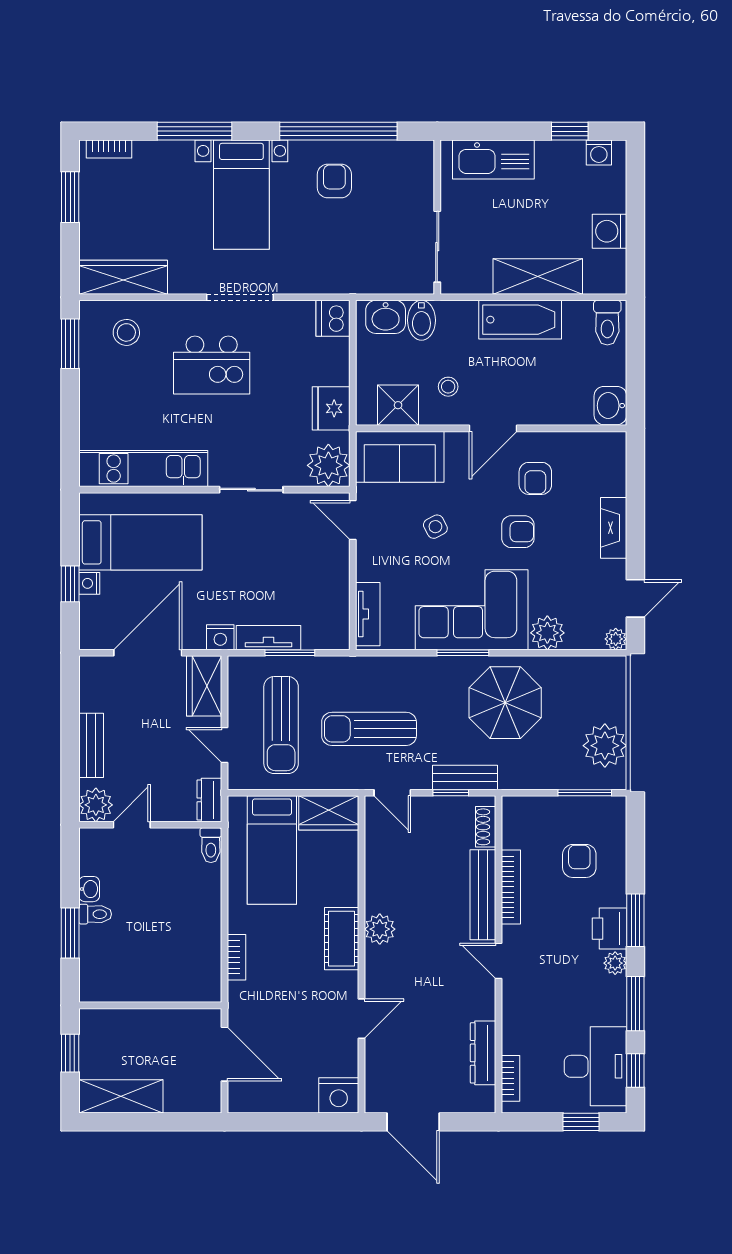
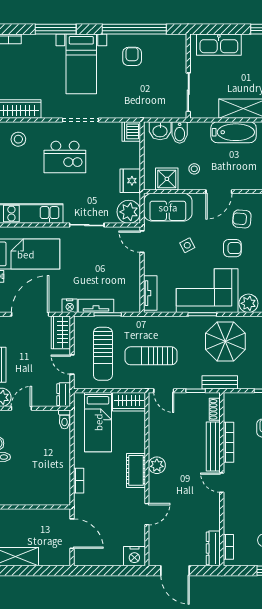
armchair: (535, 478) -> (242, 219), turned 95
bench: (465, 777) -> (220, 382), moved
dresser: (483, 1053) -> (213, 548), moved

